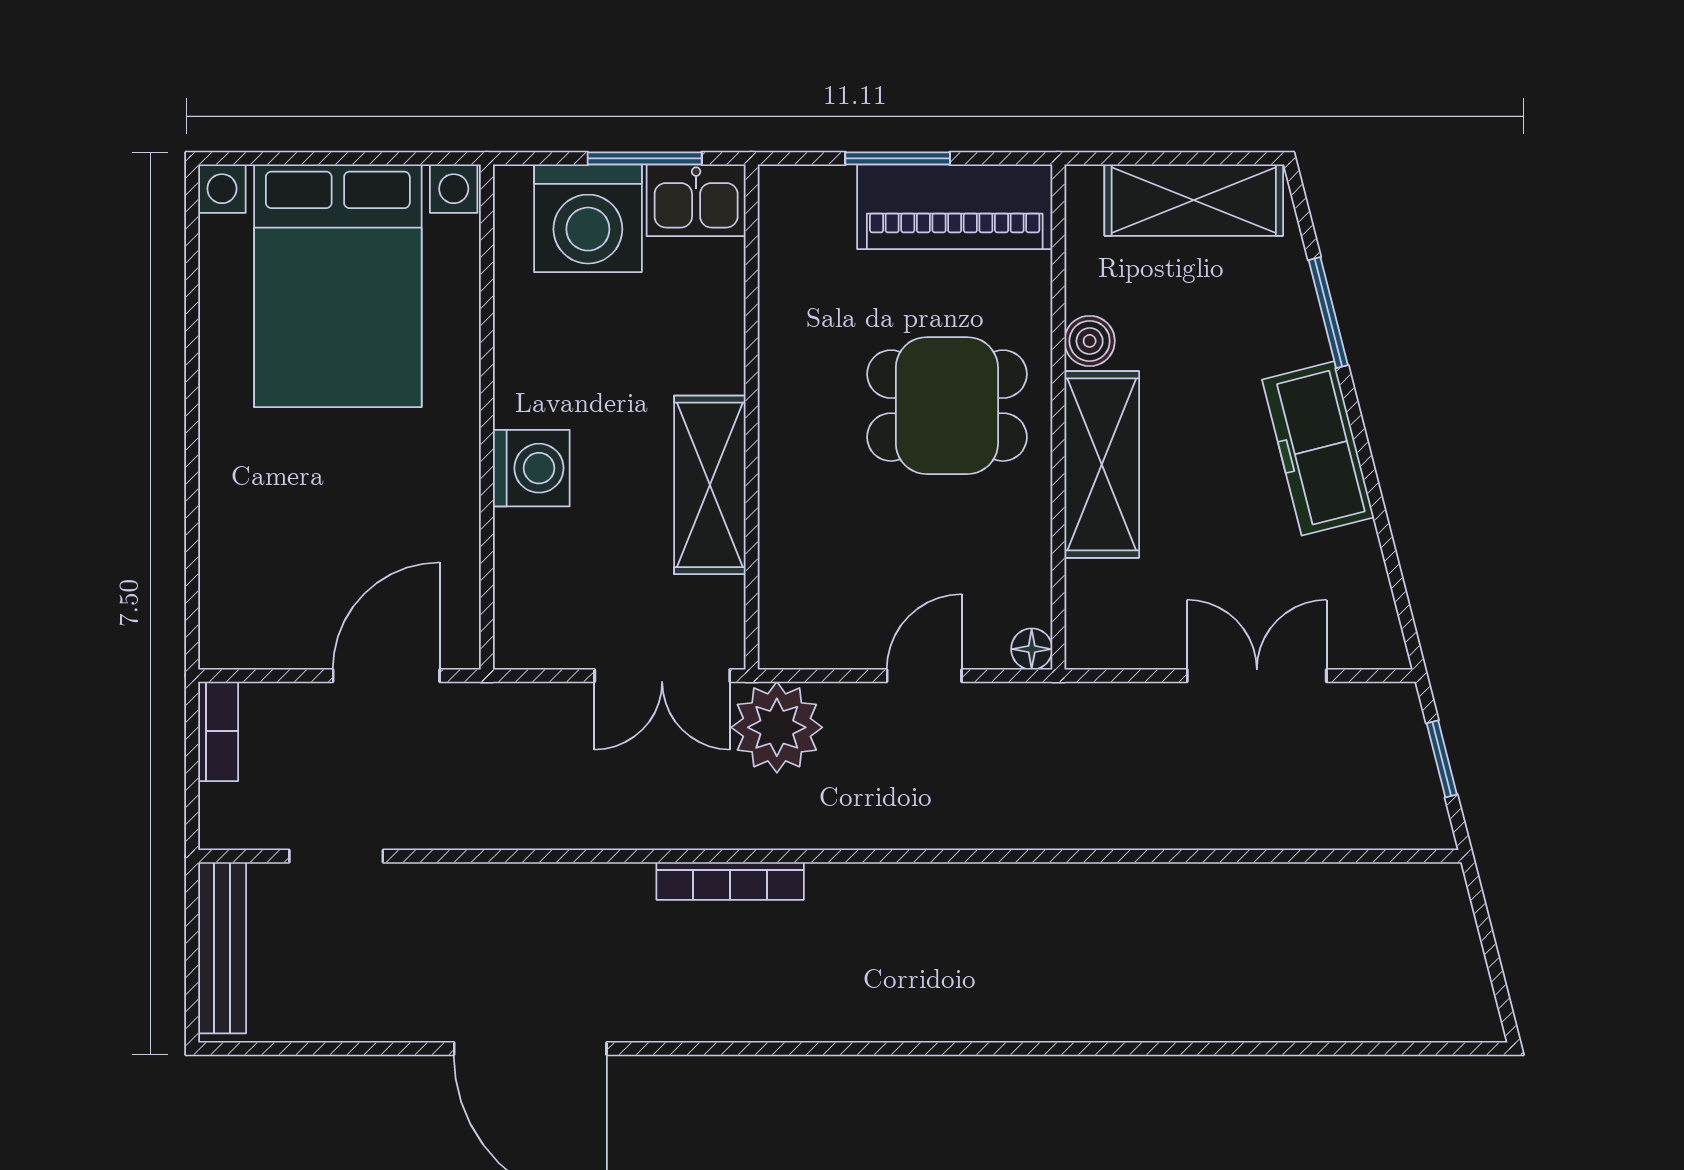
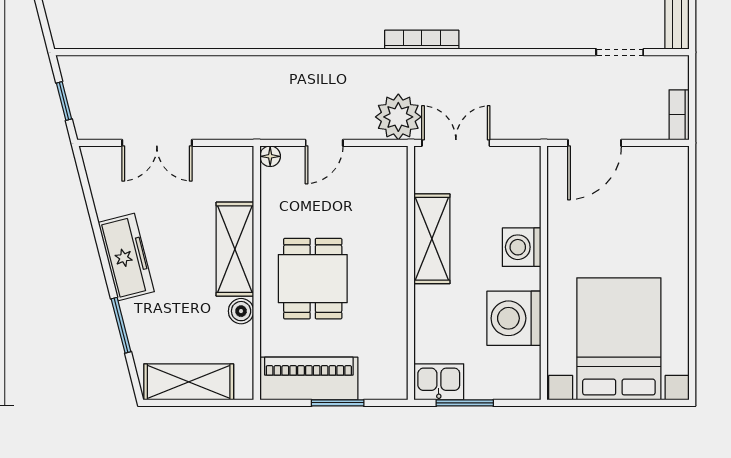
washing machine: (588, 218) -> (514, 318), moved, turned -90
dining table: (947, 406) -> (313, 279), turned 90

